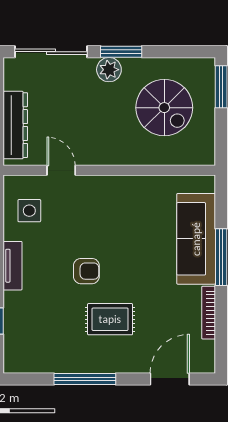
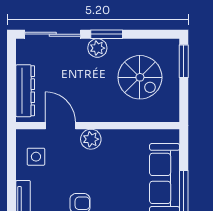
door: (61, 170) -> (60, 126), width x1.38
plant: (100, 188) -> (91, 139), added

